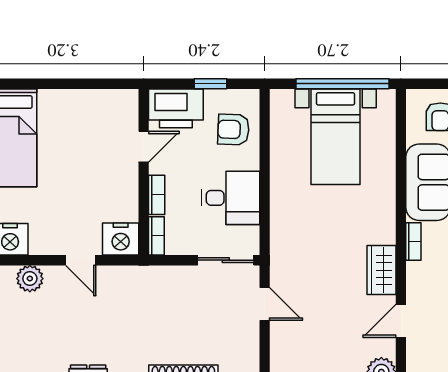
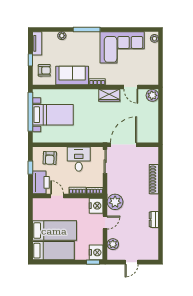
bed: (62, 141) -> (54, 231), added
plant: (130, 284) -> (115, 202), added
door: (265, 304) -> (124, 145), width x1.88

